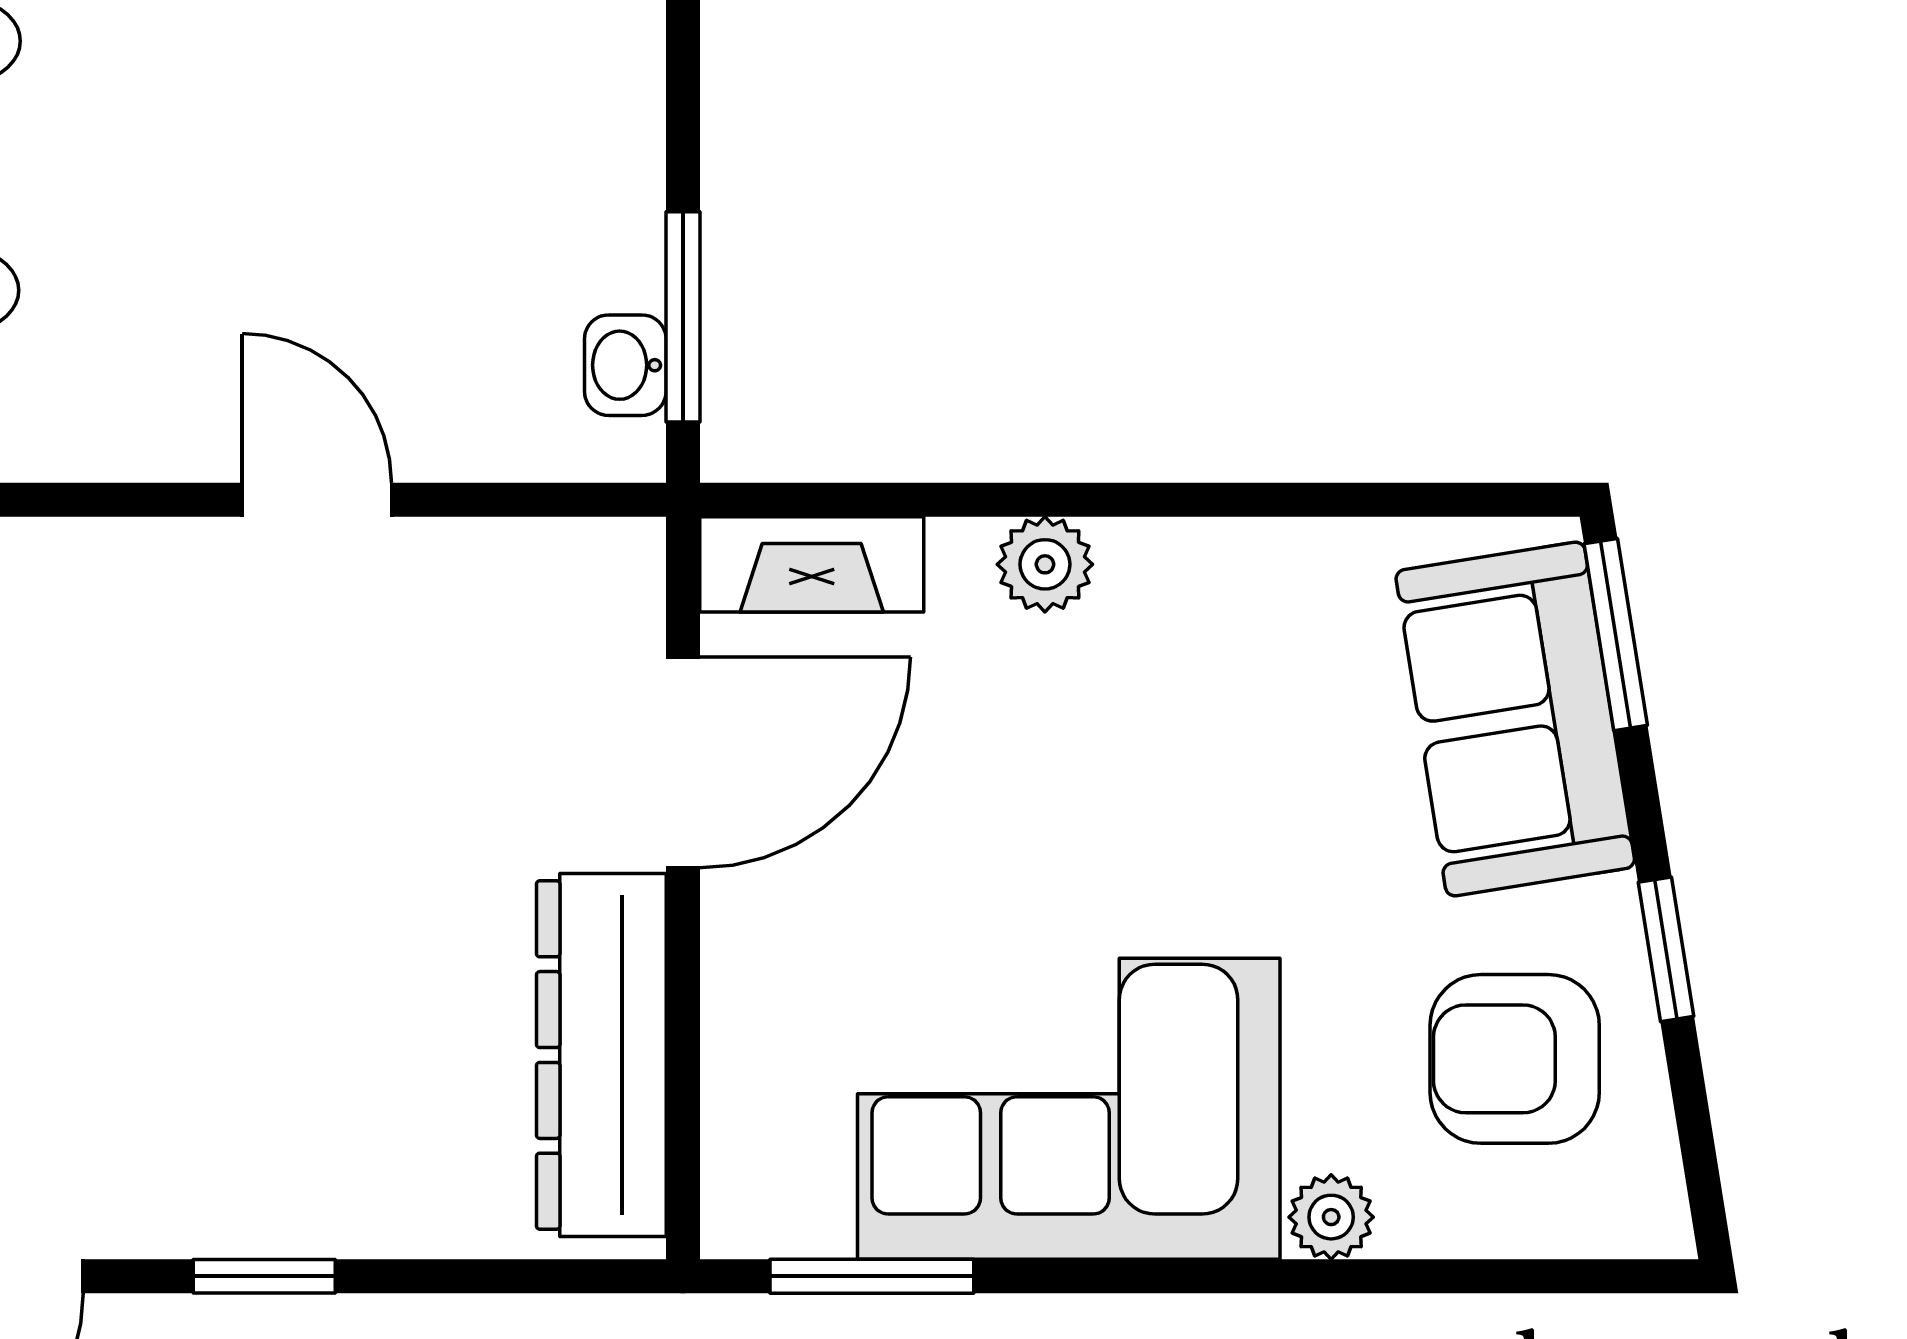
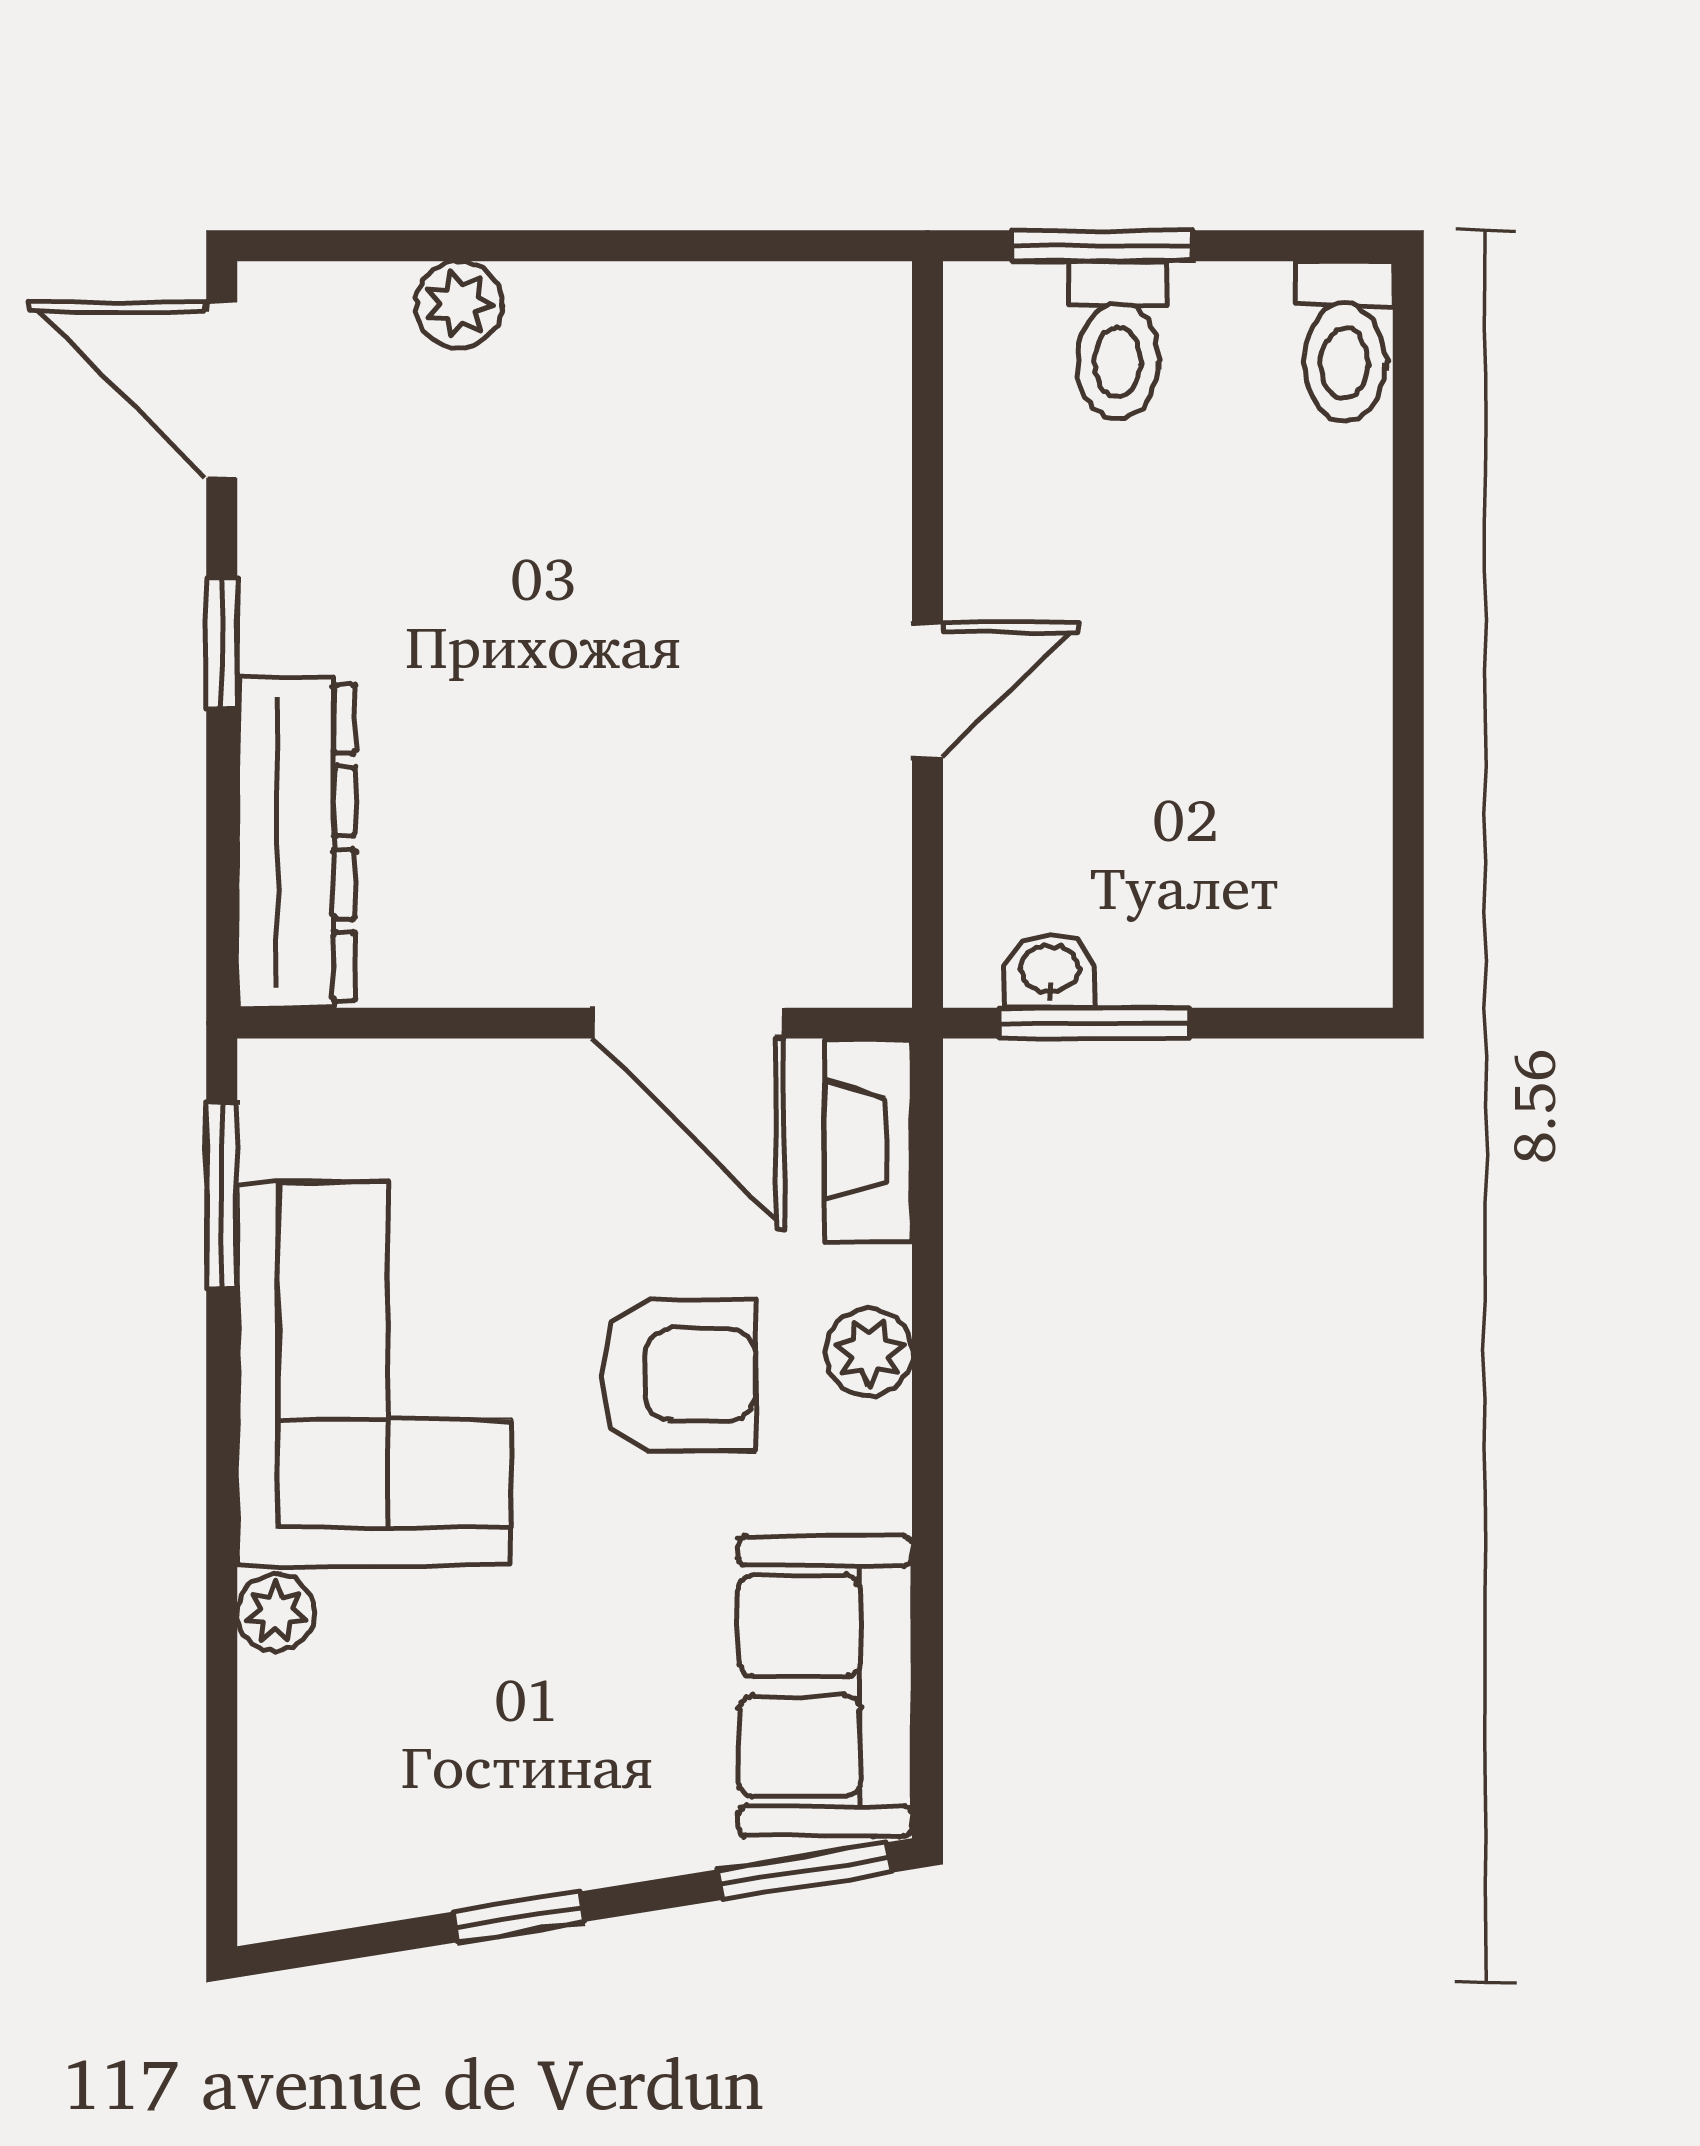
sofa: (1515, 719) -> (825, 1686), moved, turned -81
dresser: (601, 1055) -> (296, 843), moved, turned 90
armchair: (1515, 1059) -> (679, 1375), moved, turned 90

